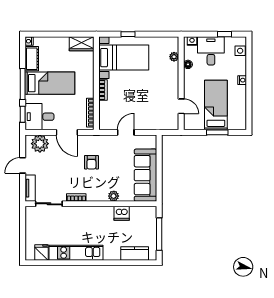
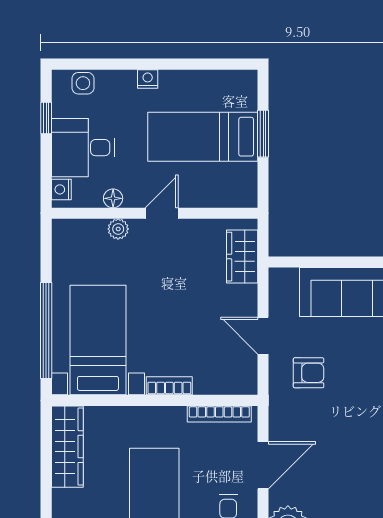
window: (128, 34) -> (46, 330), width x3.17
wardrobe: (82, 44) -> (67, 447), width x1.50
plant: (174, 57) -> (118, 229), moved
door: (181, 106) -> (162, 213), moved
wardrobe: (162, 123) -> (242, 257), added
armchair: (91, 162) -> (309, 373), moved

